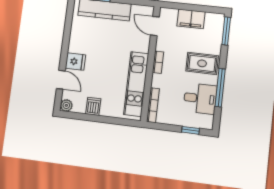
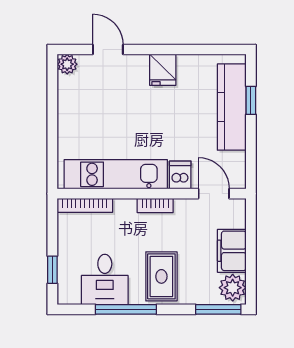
plant: (214, 21) -> (233, 288), added
door: (155, 26) -> (214, 194), hinge flipped
fridge: (75, 62) -> (163, 70), moved
door: (61, 80) -> (108, 50), swing flipped
dishwasher: (93, 106) -> (180, 175), moved, turned -90

